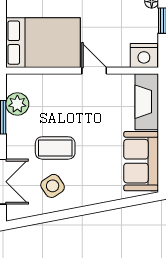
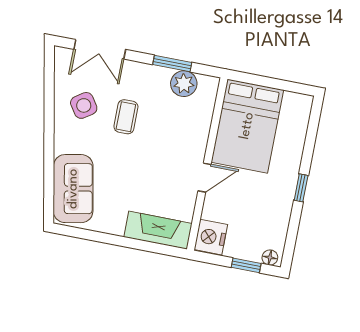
coffee table: (55, 148) -> (126, 117), width x0.73, depth x0.77
sofa: (141, 161) -> (73, 189), moved, turned 79

